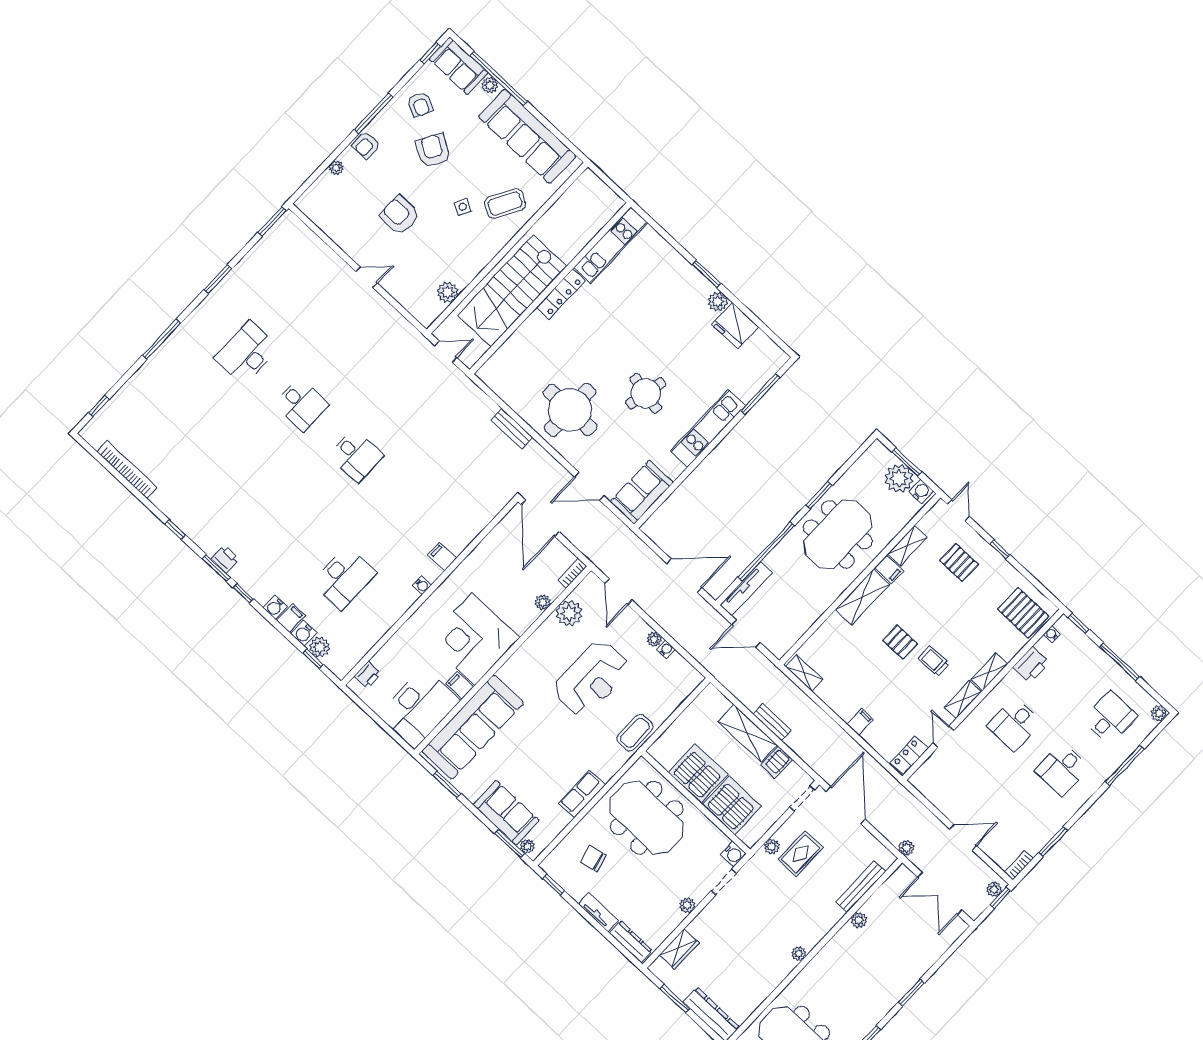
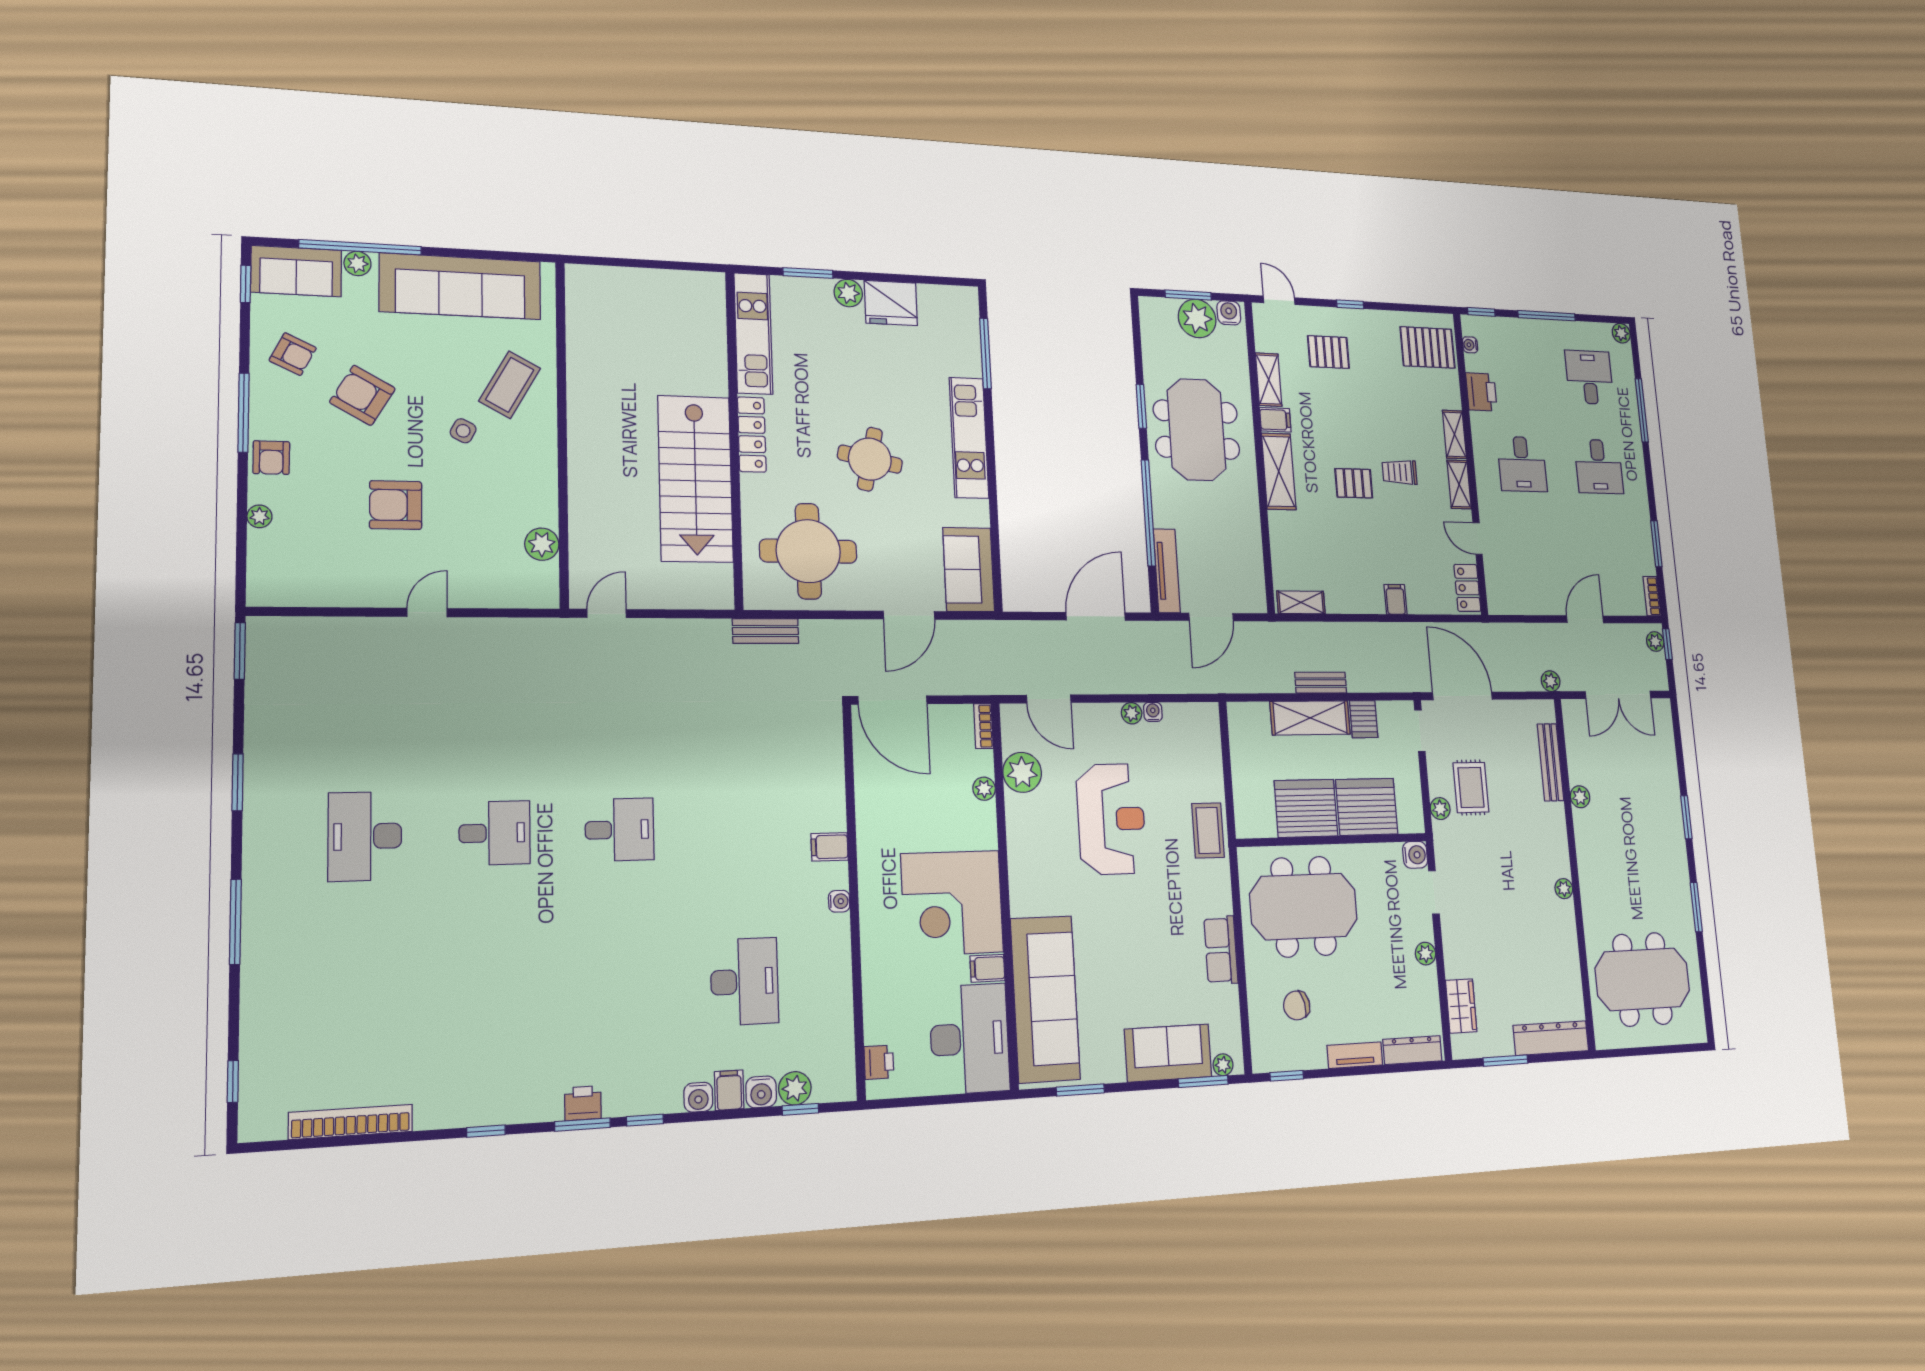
kitchen unit: (611, 245) -> (753, 333), moved
wall: (550, 288) -> (734, 439), moved
stairs: (512, 291) -> (695, 479), moved
locker: (561, 294) -> (752, 434), moved

